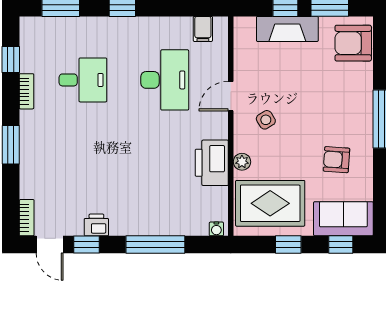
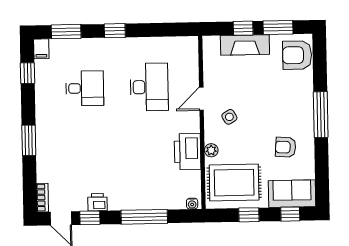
filing cabinet: (203, 29) -> (41, 49), moved
bookcase: (26, 91) -> (40, 98), removed

